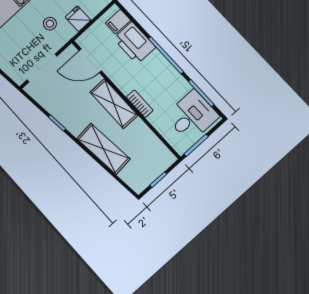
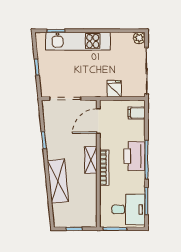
stool: (50, 24) -> (94, 76), removed
printer: (134, 43) -> (135, 156), moved
door: (90, 61) -> (98, 121), hinge flipped
shelving: (114, 104) -> (91, 160), width x0.67, depth x0.75
bookcase: (140, 104) -> (104, 168), width x1.56

